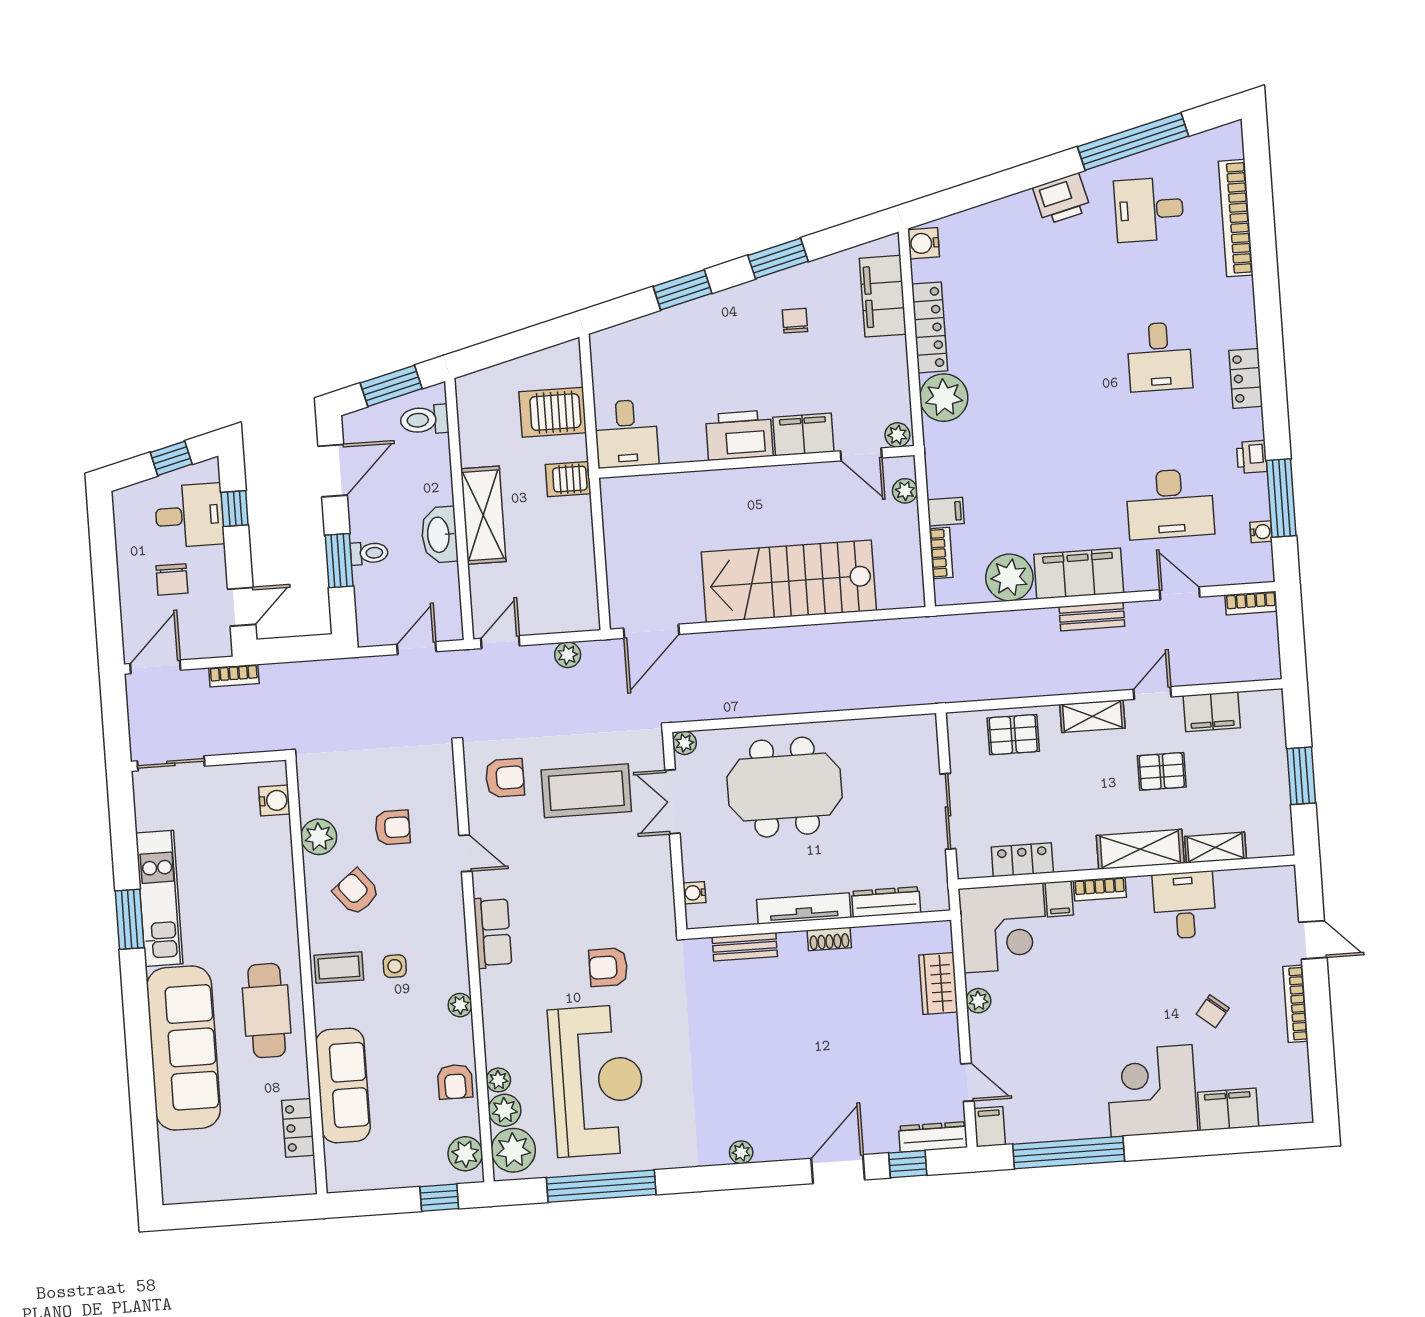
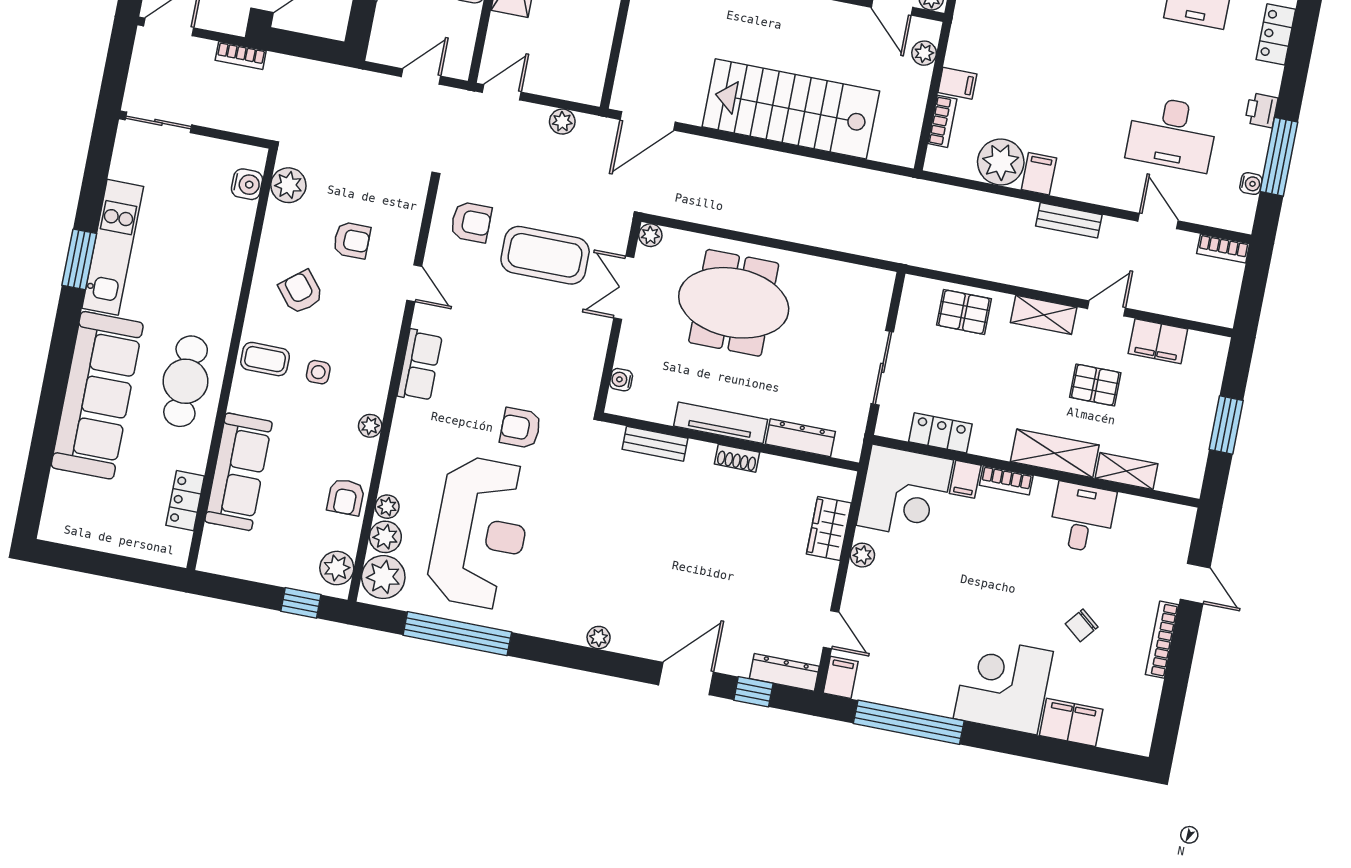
filing cabinet: (1079, 573) -> (1039, 174), width x0.33, depth x0.86
plant: (319, 837) -> (288, 185), moved

